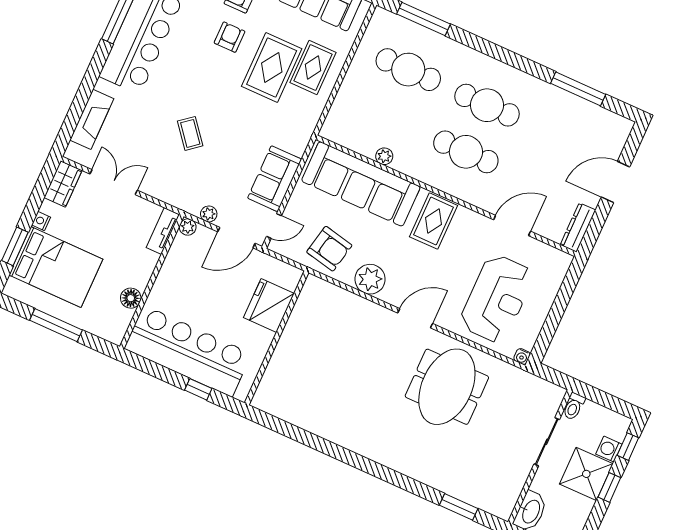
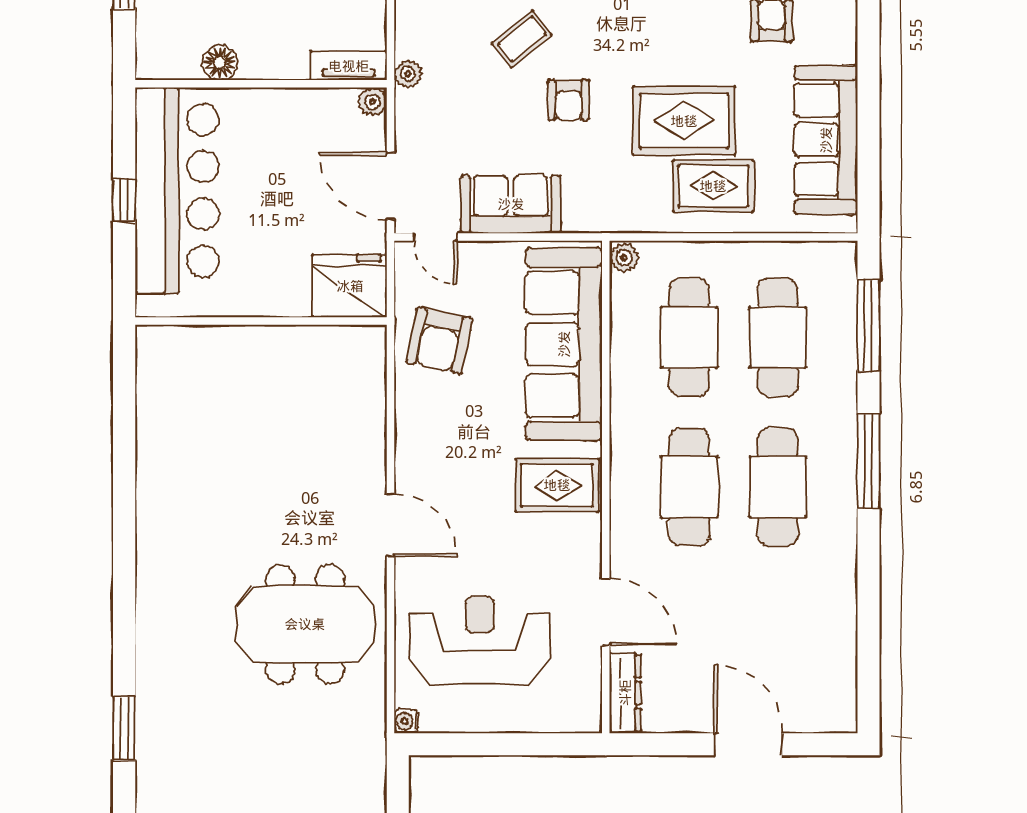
armchair: (229, 37) -> (568, 100), moved, turned 90
window: (578, 89) -> (868, 461), moved
cafe table: (387, 116) -> (689, 337), added
plant: (384, 156) -> (624, 258), moved
plant: (209, 214) -> (408, 74), moved
dresser: (578, 227) -> (625, 693), moved, turned 90
plant: (370, 279) -> (420, 426), removed
reception desk: (497, 299) -> (480, 640), turned 180
fridge: (269, 306) -> (350, 286), moved
window: (198, 389) -> (124, 201), moved

